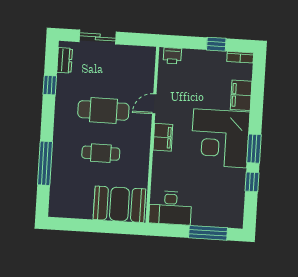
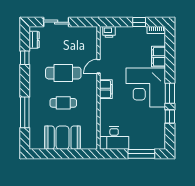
booth: (119, 204) -> (63, 138), moved

